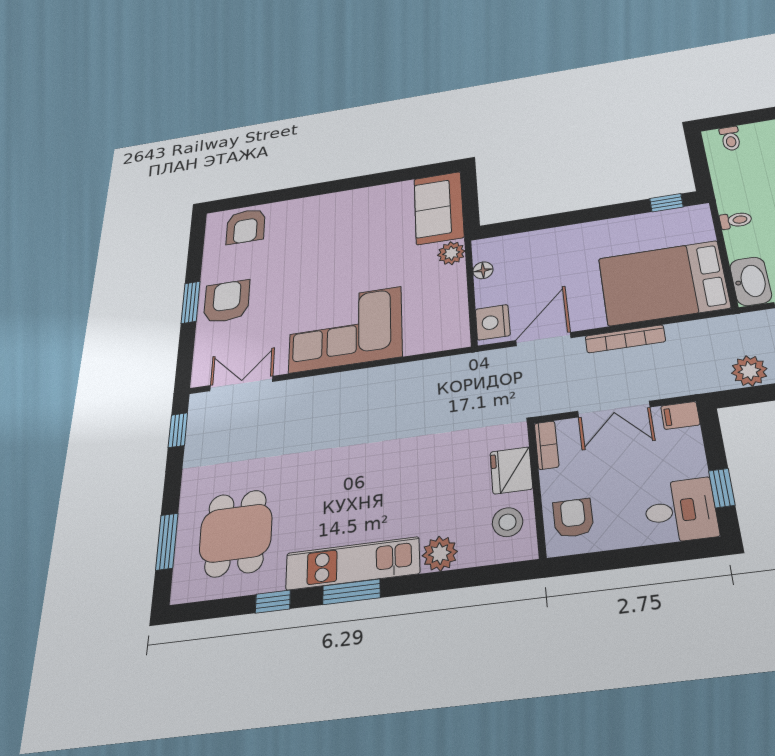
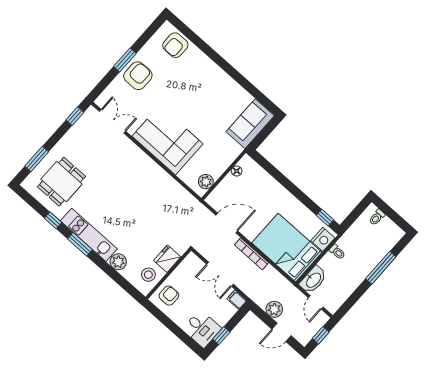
plant: (451, 253) -> (206, 182), moved
nightstand: (493, 322) -> (323, 239), moved, turned 180
bookcase: (547, 445) -> (187, 263), removed

